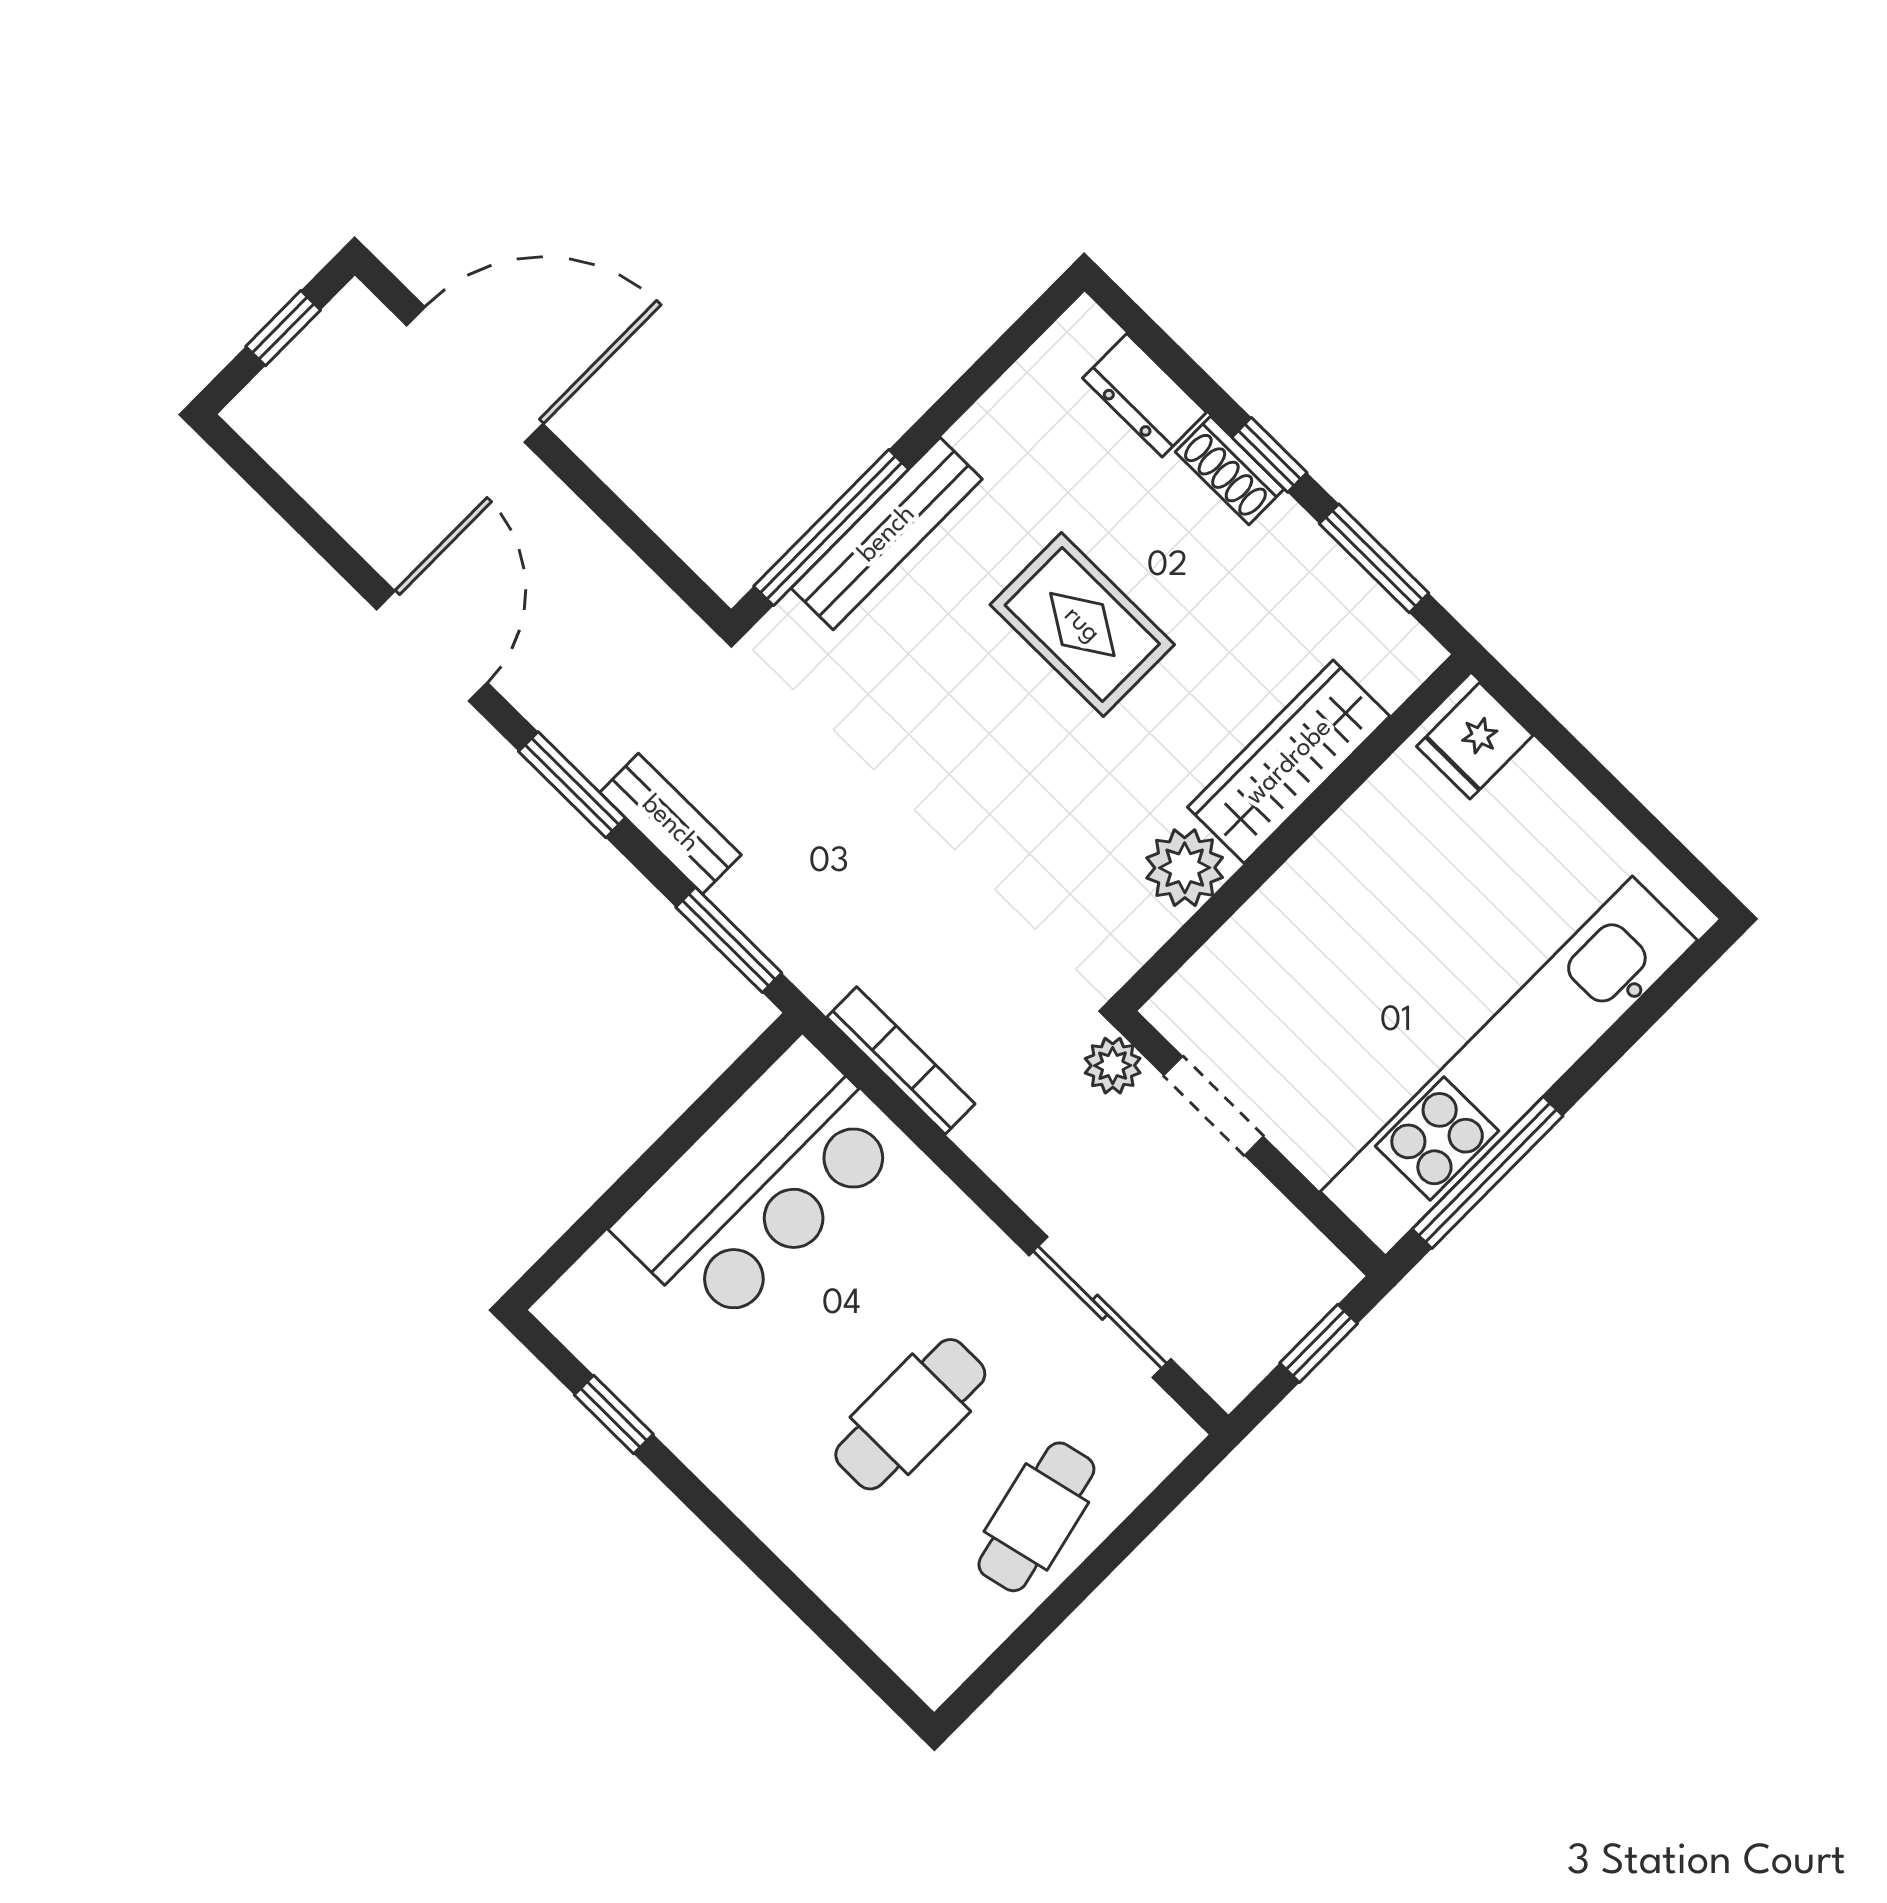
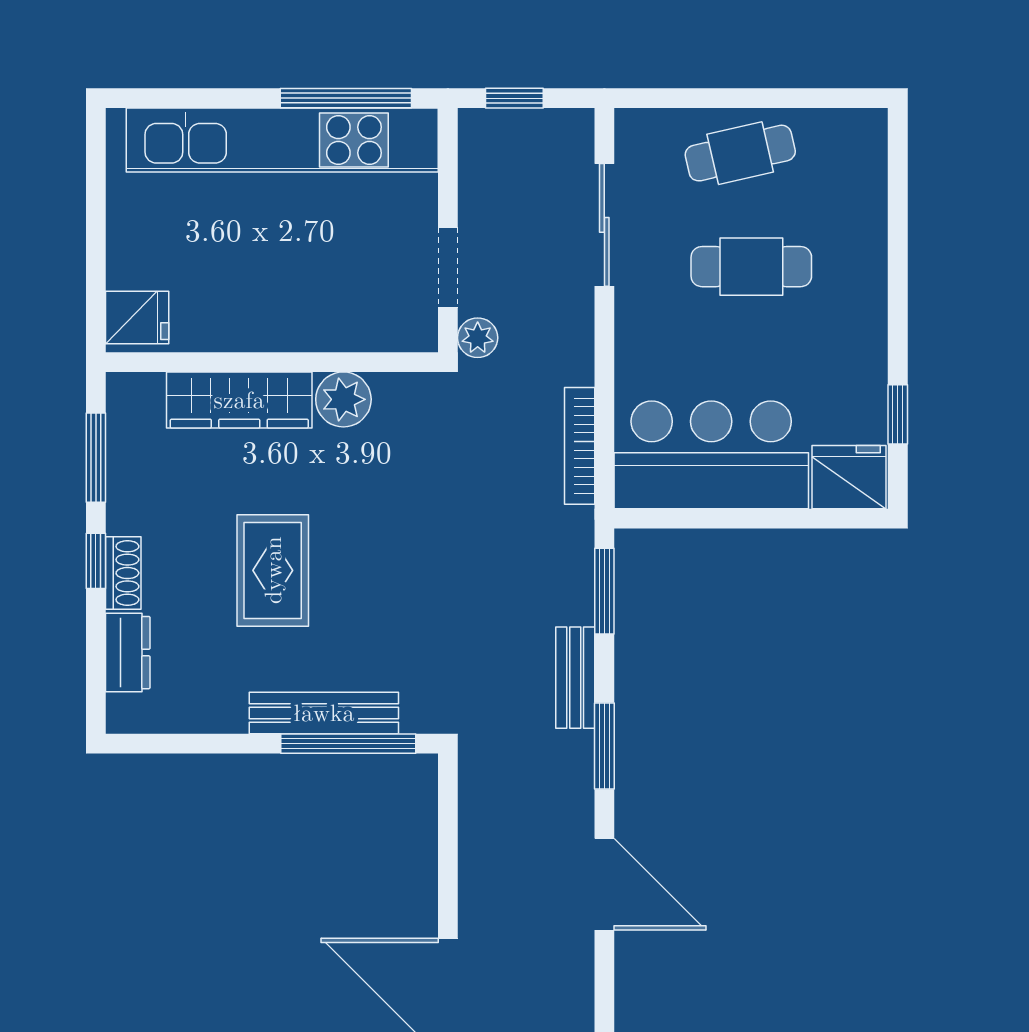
door: (432, 646) -> (604, 884), swing flipped
fridge: (599, 1302) -> (849, 477), added

